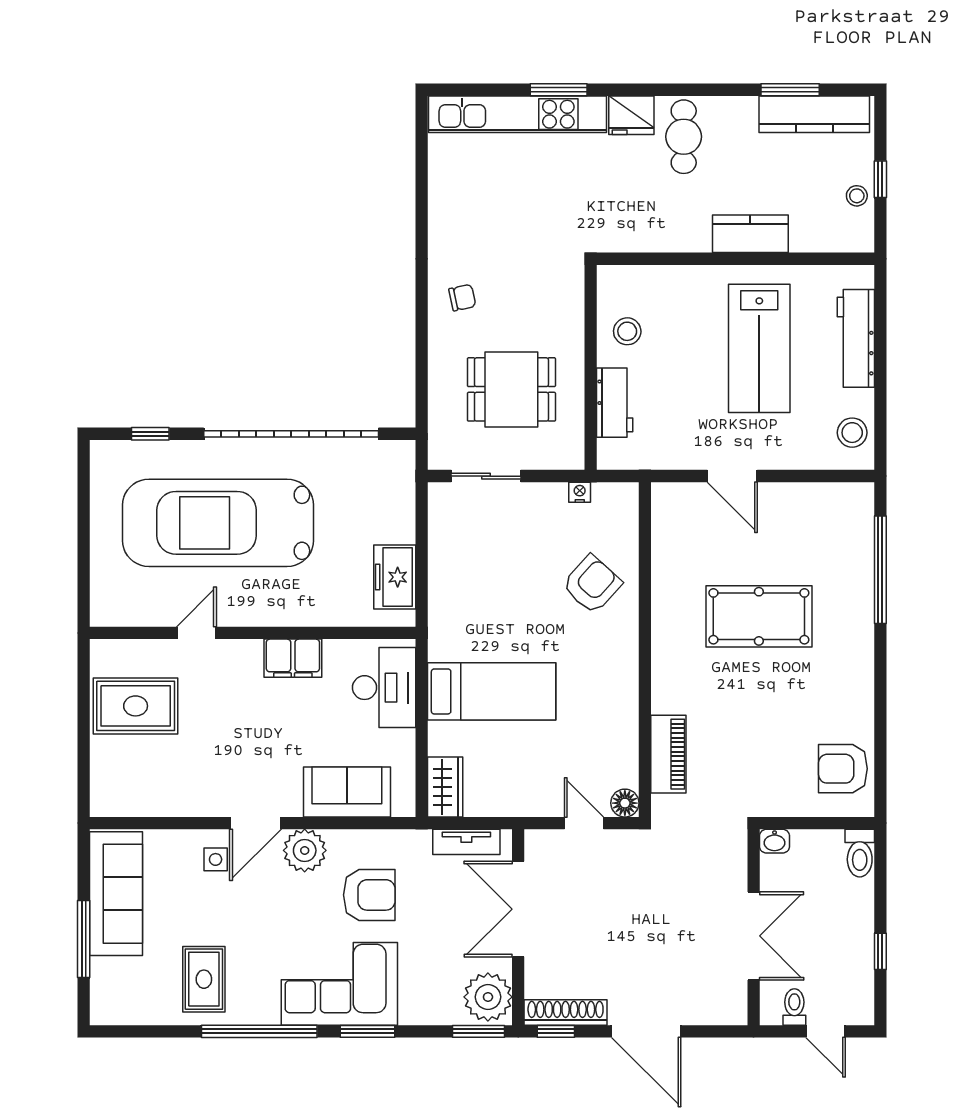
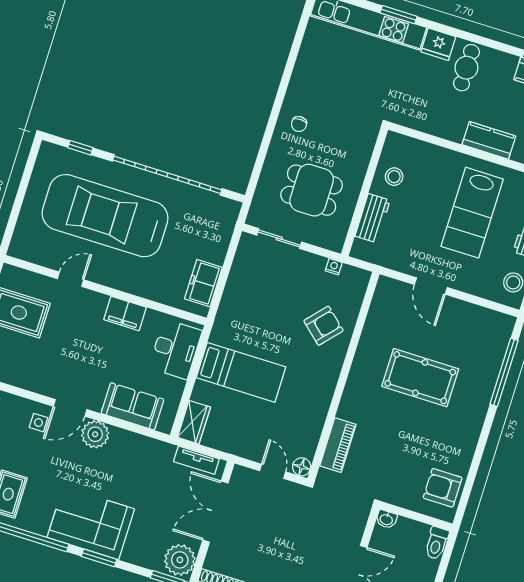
chair: (462, 298) -> (299, 124), turned 102
armchair: (369, 895) -> (126, 474), removed

